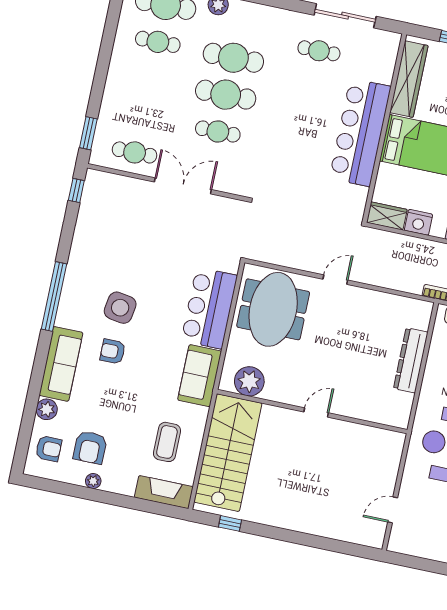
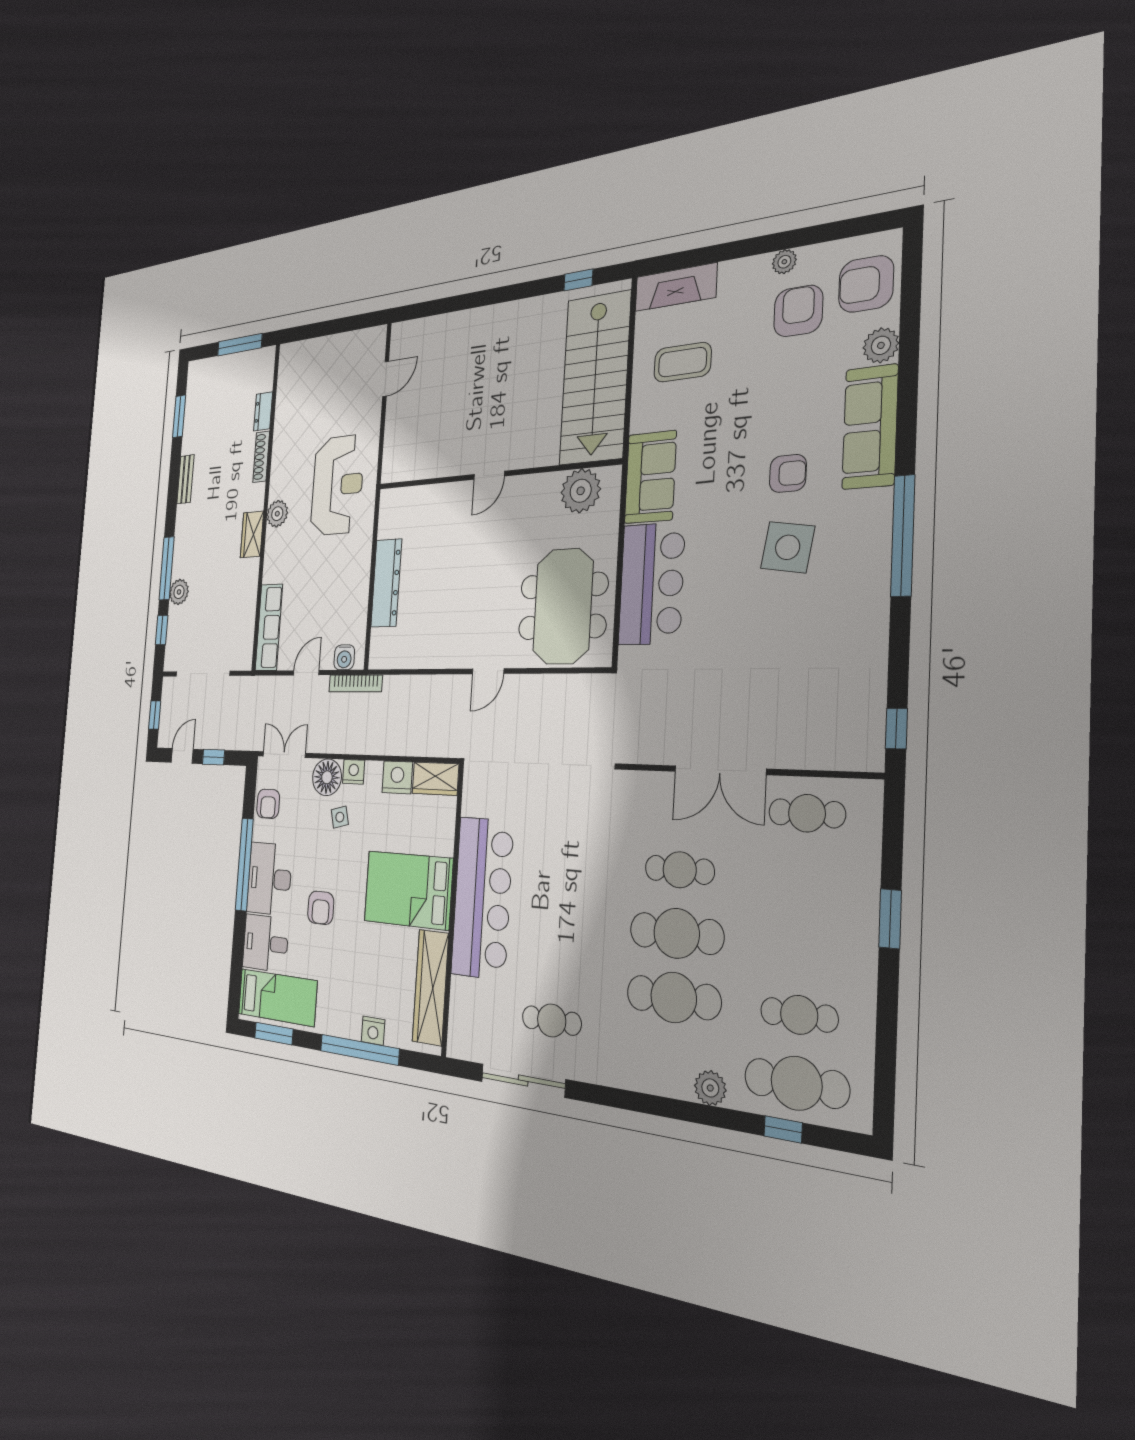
window: (88, 133) -> (890, 919), moved
coffee table: (167, 442) -> (683, 362), turned 90
armchair: (49, 449) -> (866, 284), width x1.38, depth x1.38

